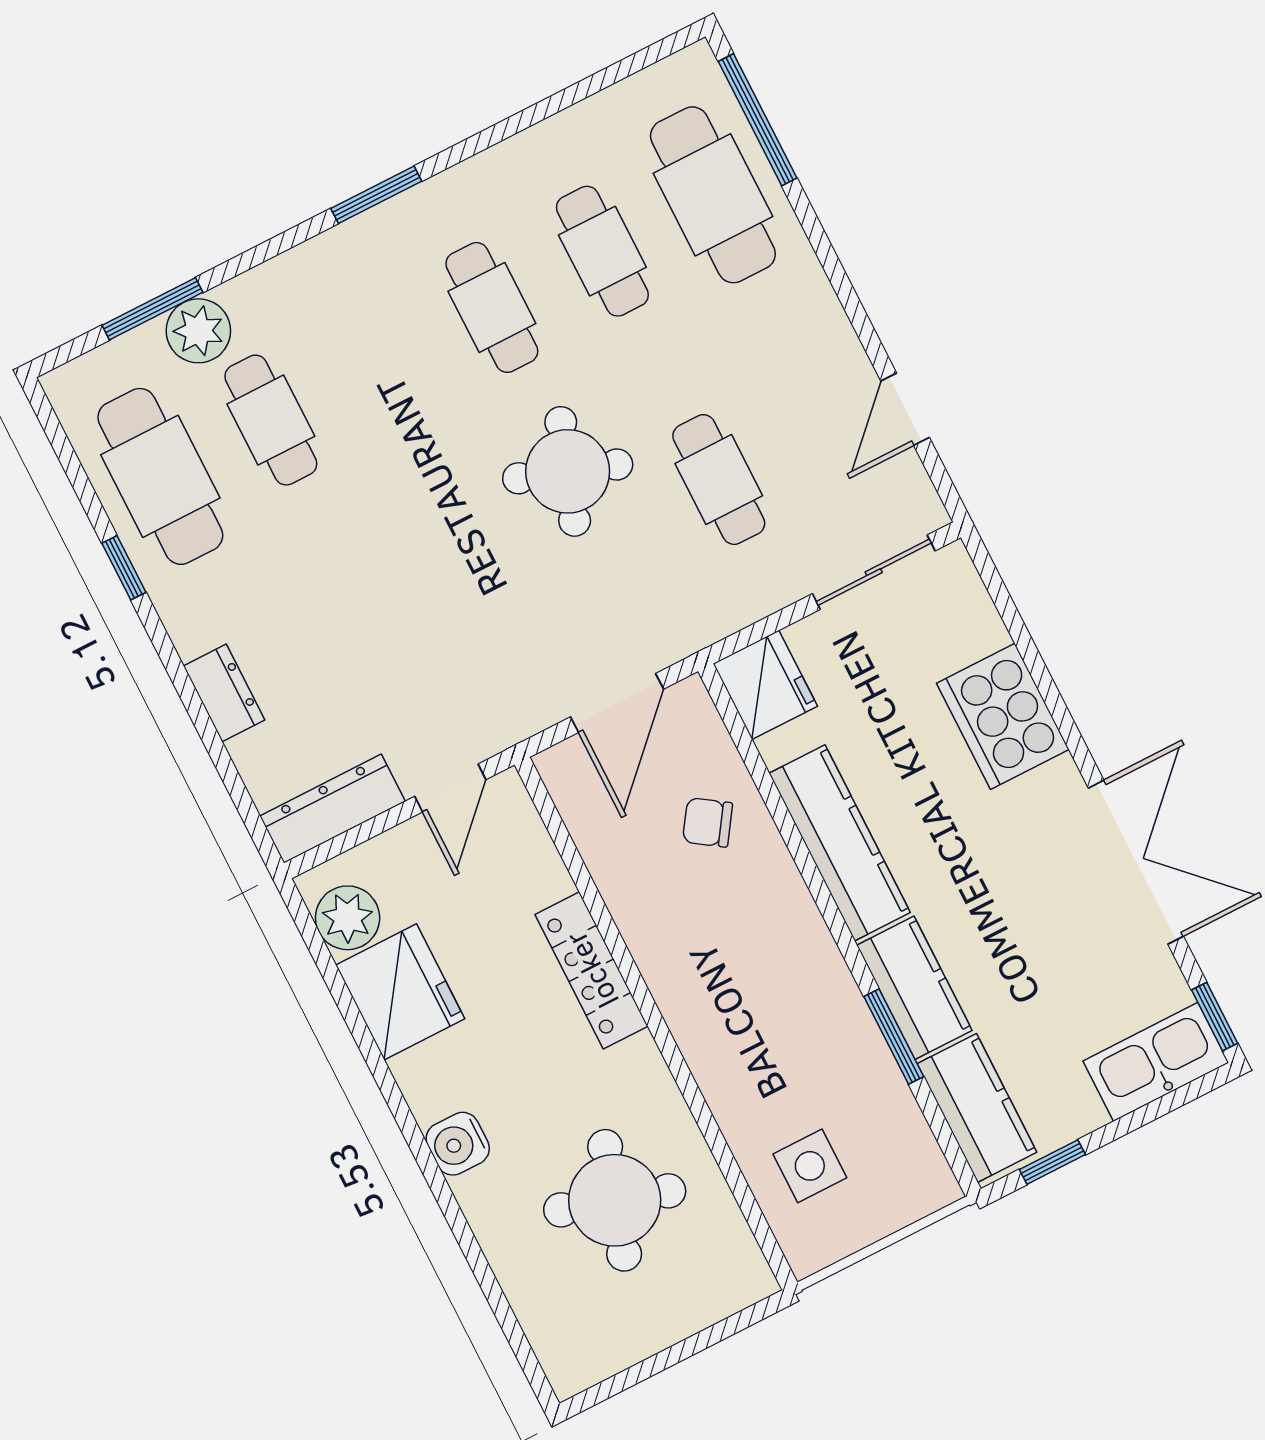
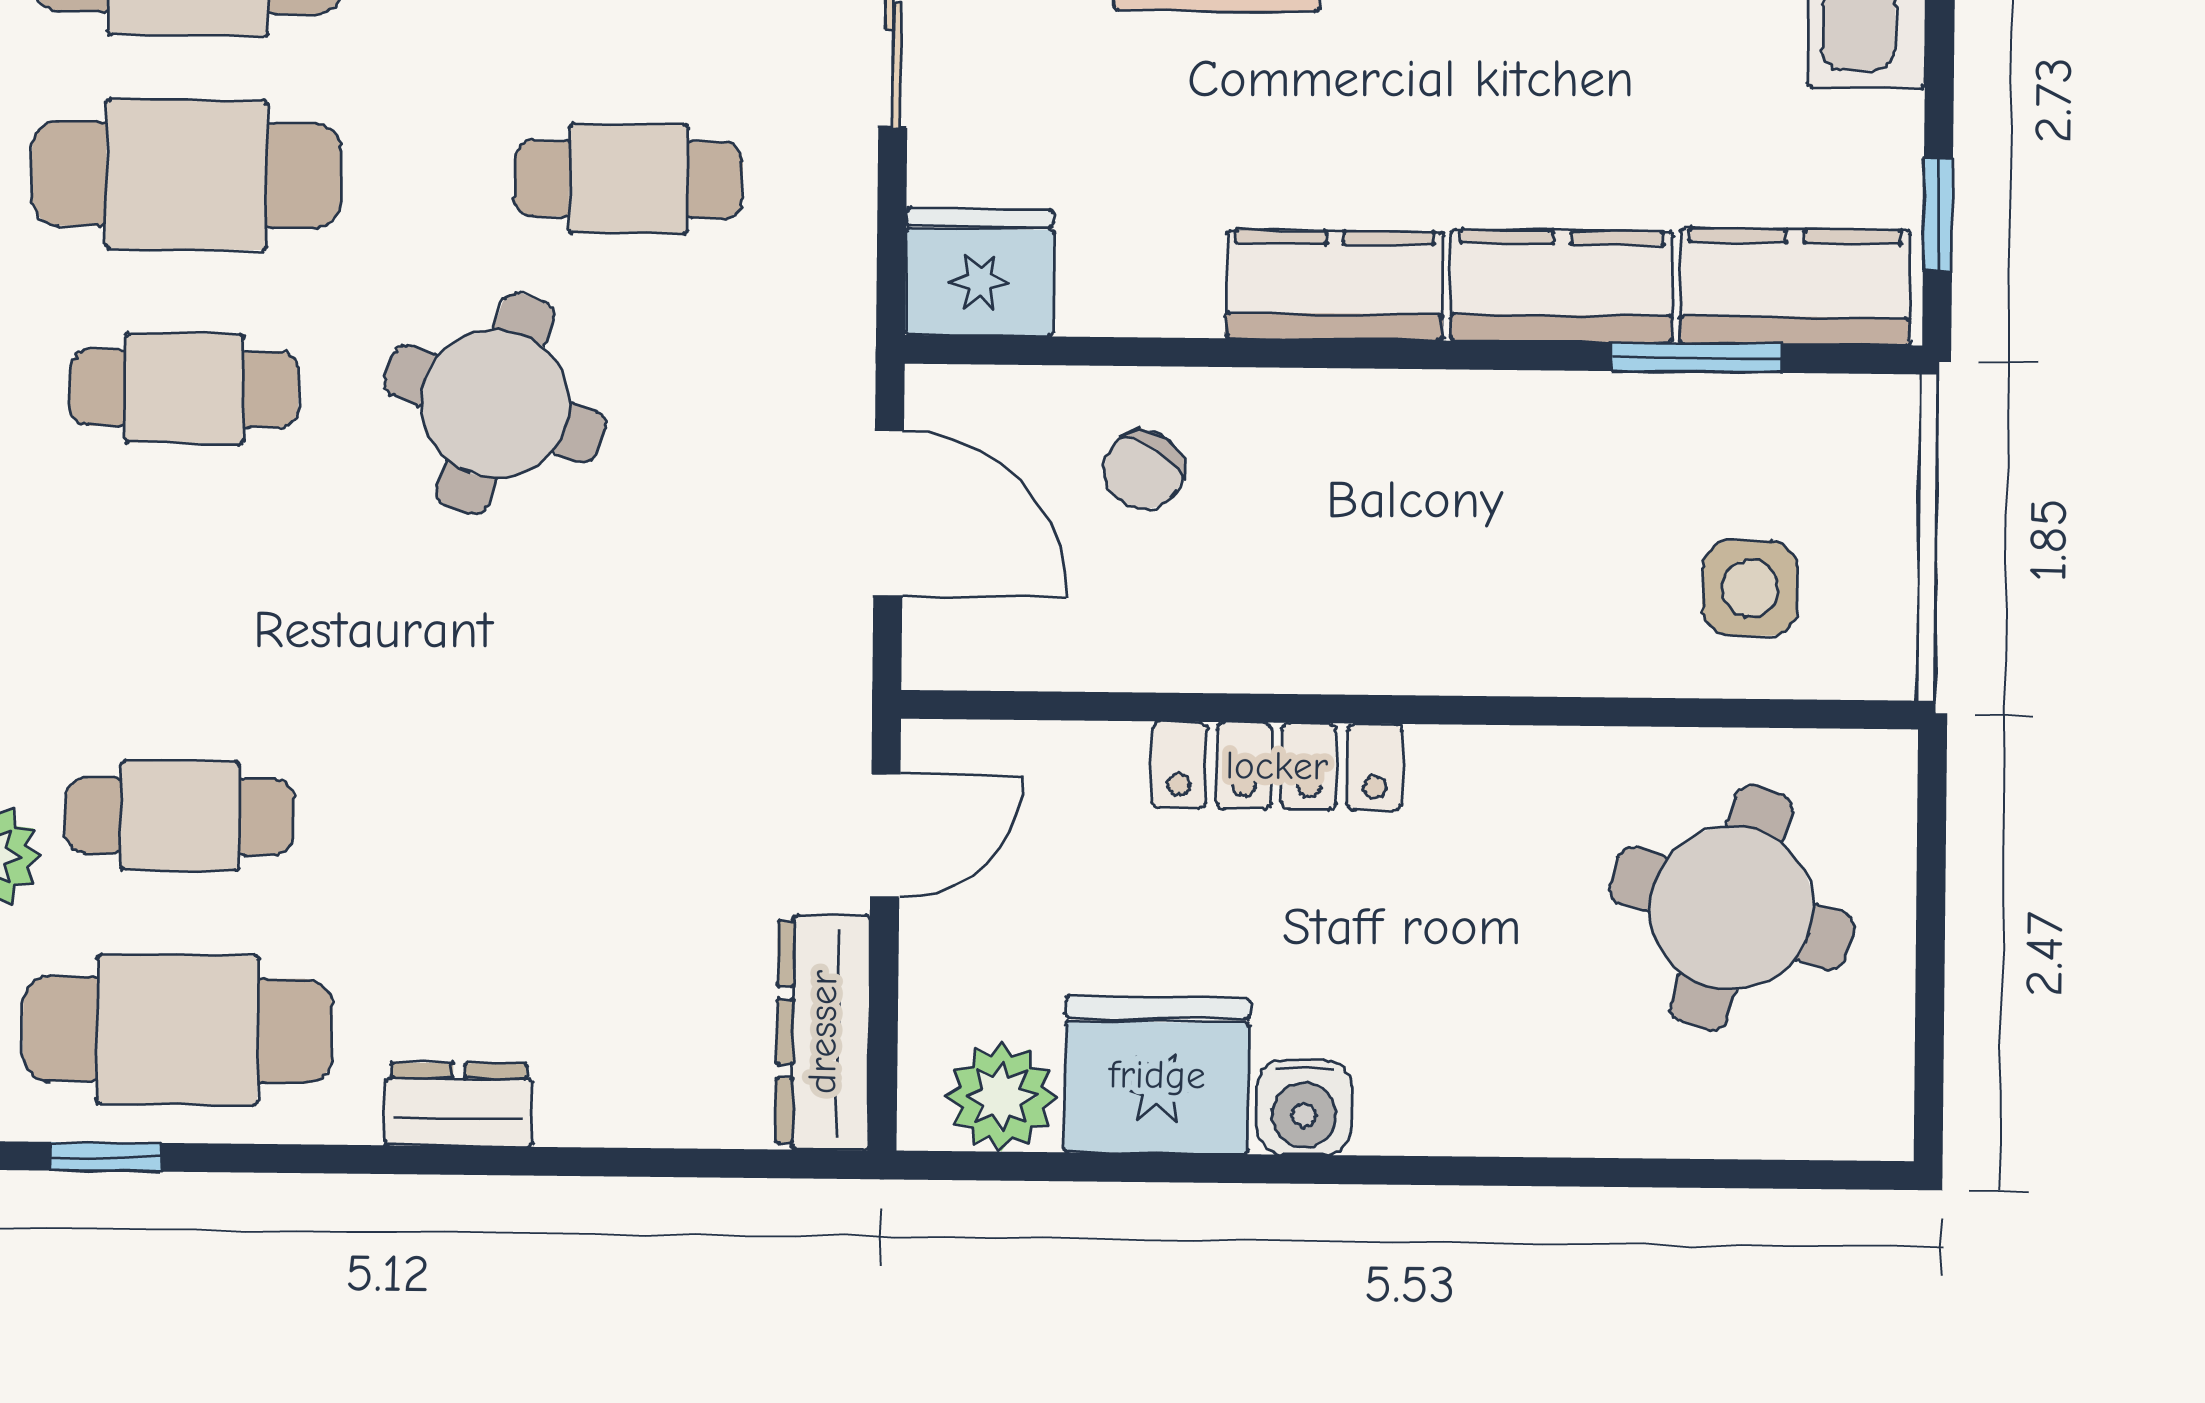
cafe table: (602, 251) -> (186, 174), width x1.37, depth x1.35
window: (124, 568) -> (106, 1157), moved
dresser: (224, 693) -> (459, 1105), moved
door: (450, 788) -> (885, 836), hinge flipped
kitchen counter: (840, 843) -> (1335, 285), width x0.67
window: (894, 1036) -> (1697, 358), moved
water cooler: (458, 1144) -> (1304, 1107), moved
round table: (615, 1200) -> (1731, 908), moved

